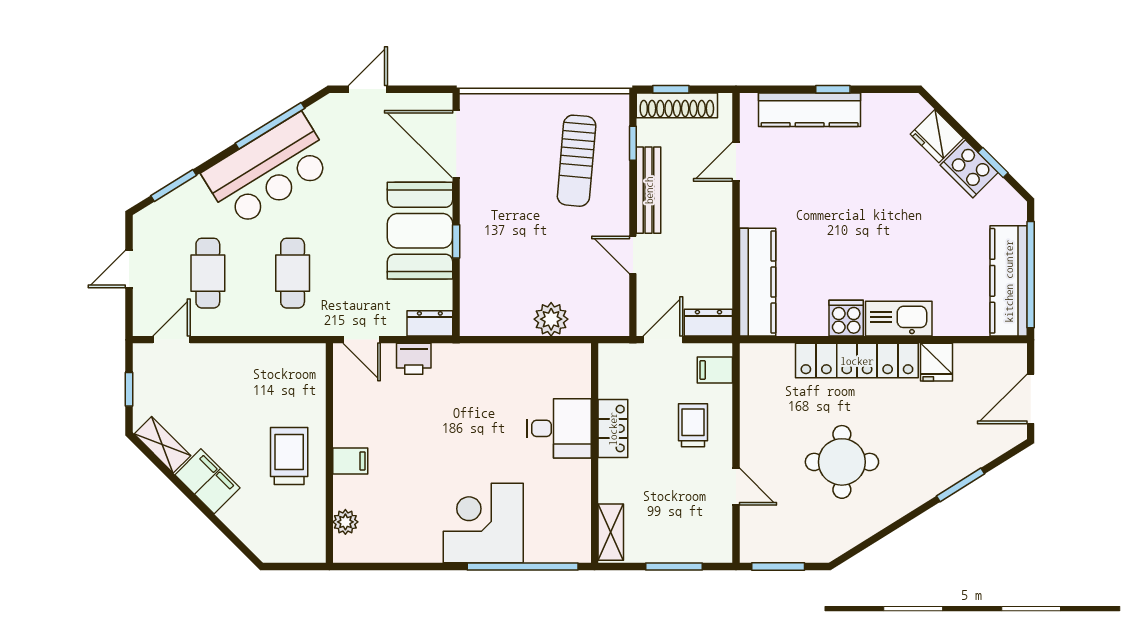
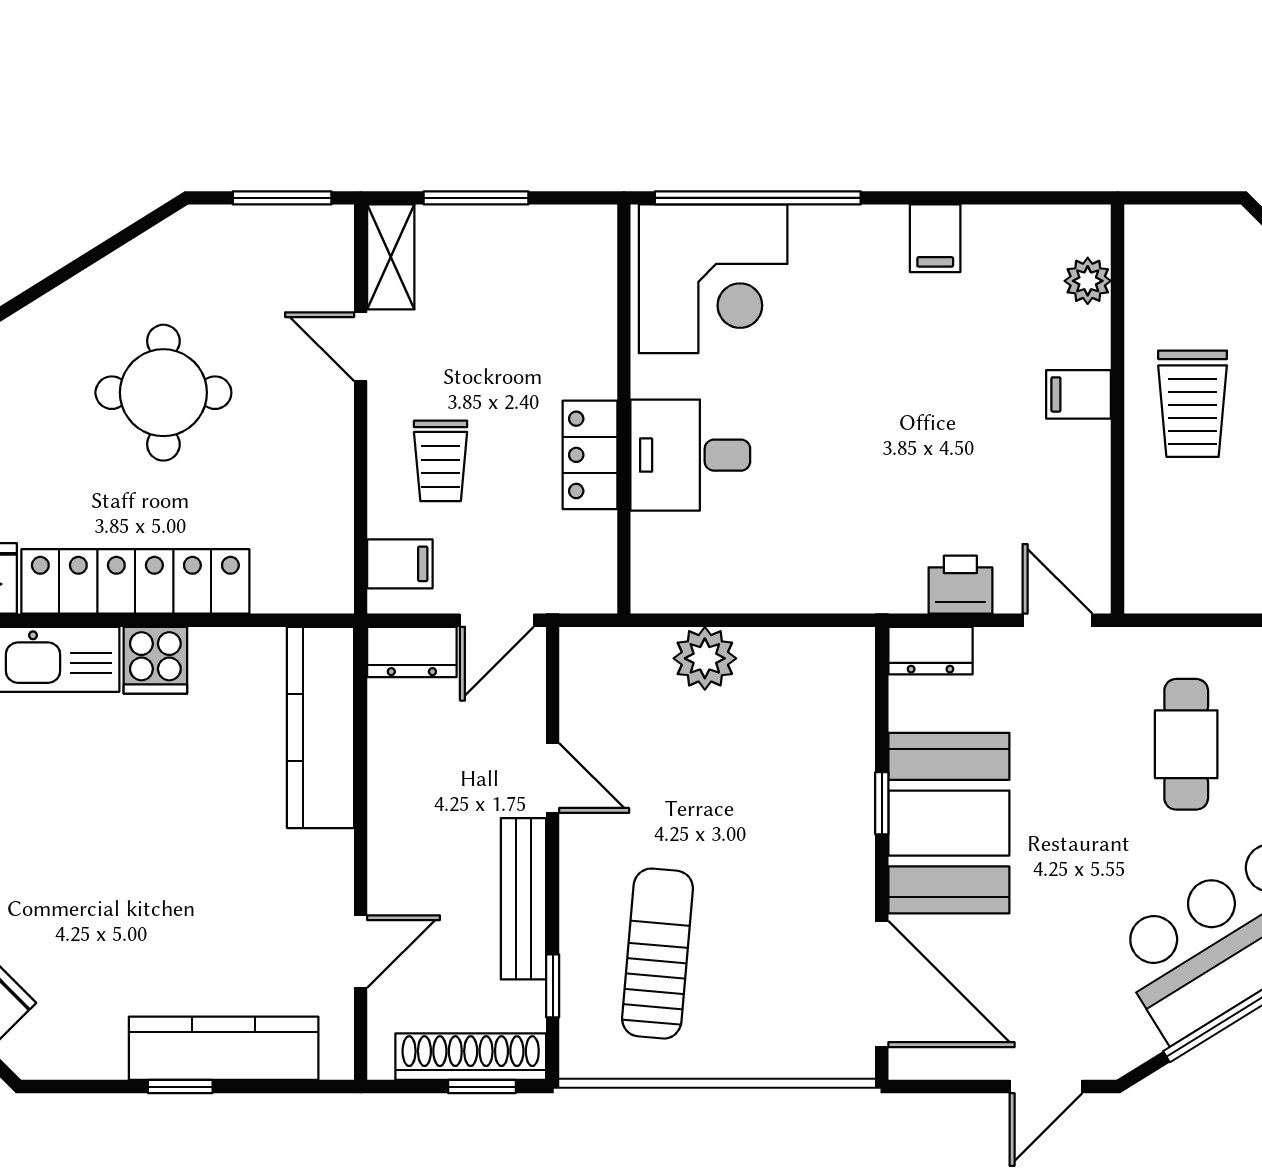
corner desk: (483, 523) -> (713, 279), moved
shelving: (611, 532) -> (391, 257), moved
filing cabinet: (427, 545) -> (935, 238), added

